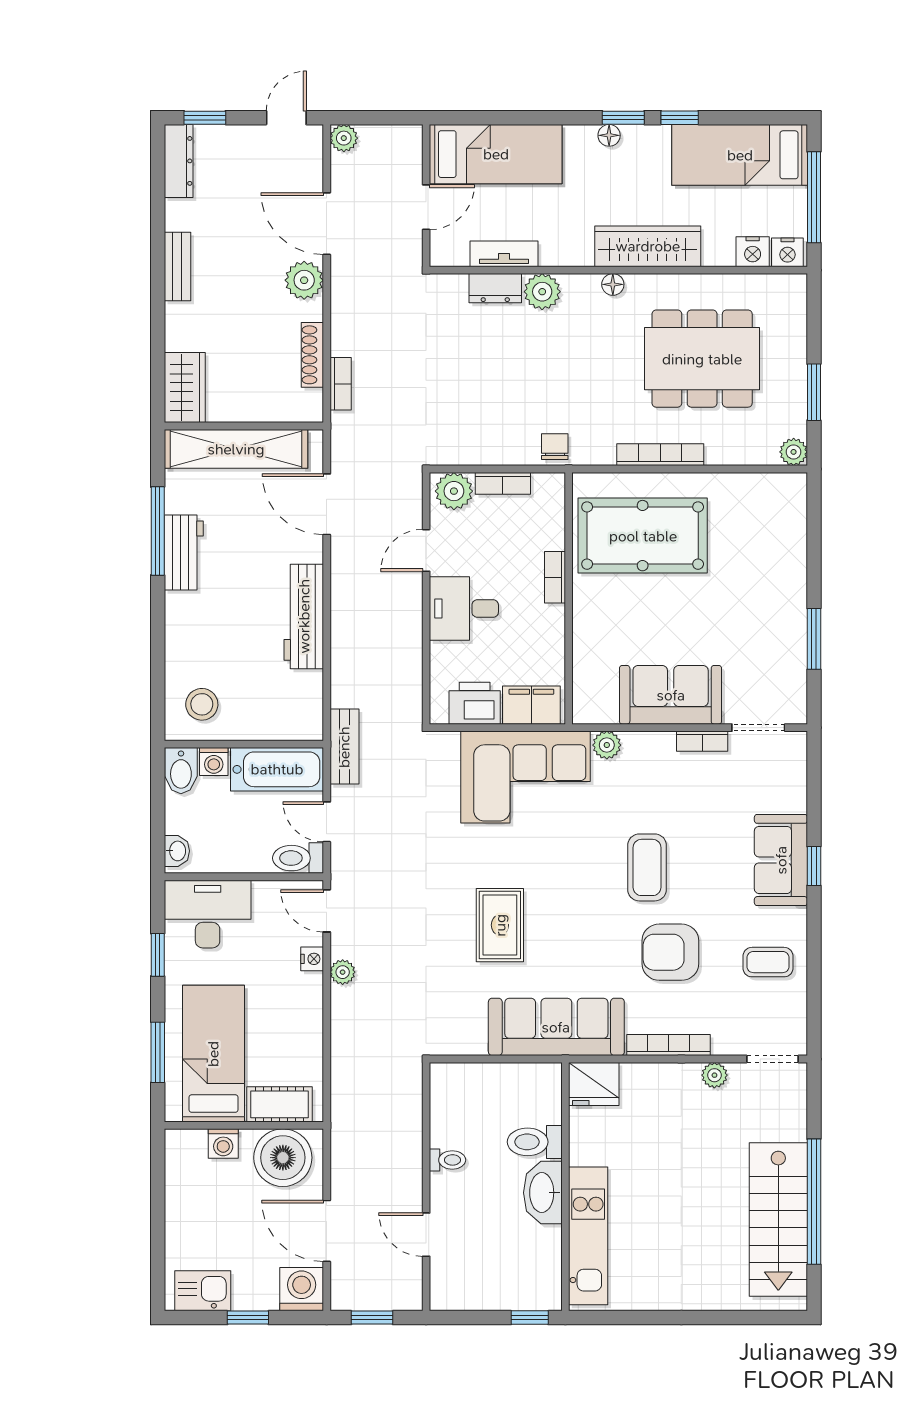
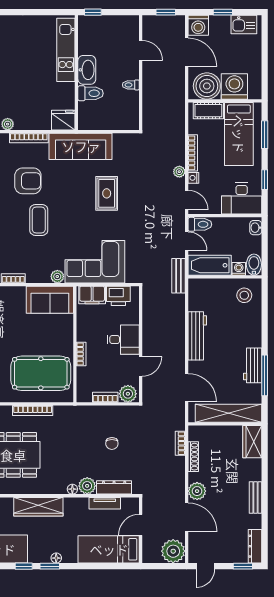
plant: (344, 138) -> (173, 551), width x1.87, depth x1.87
floor lamp: (613, 284) -> (72, 489), moved
dresser: (495, 288) -> (114, 487), width x1.44
chair: (555, 447) -> (112, 444), moved
sofa: (671, 695) -> (50, 300), moved
bookcase: (313, 1013) -> (193, 153), added
washing machine: (223, 1143) -> (234, 86), width x1.89, depth x1.89

